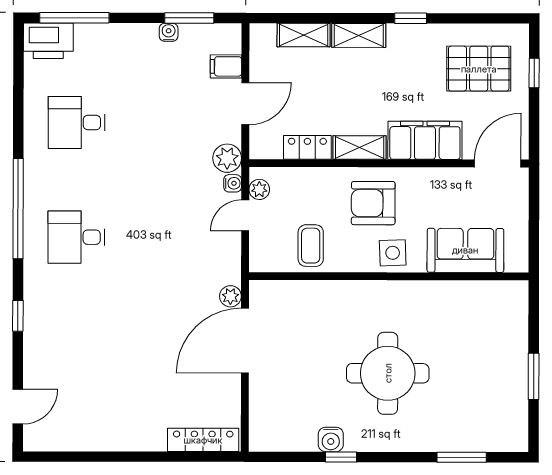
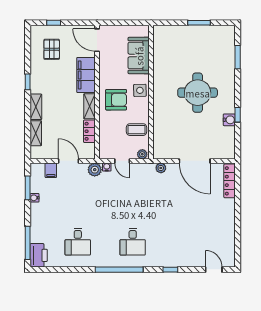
pallet: (479, 69) -> (52, 49), width x0.67, depth x0.71
plant: (259, 189) -> (142, 154), moved
armchair: (373, 203) -> (116, 100), turned -90
door: (245, 341) -> (195, 161), moved

